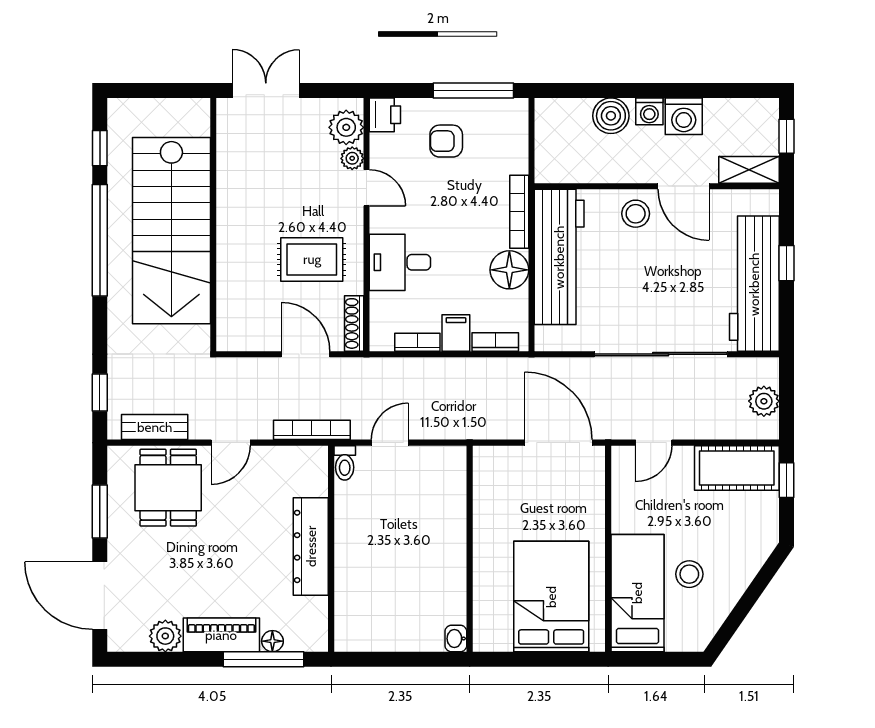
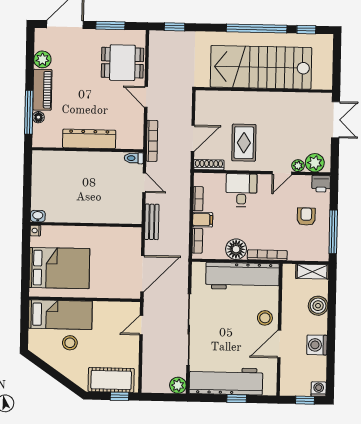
washing machine: (649, 111) -> (319, 389), moved, turned 90
shelving: (749, 170) -> (312, 272), moved, turned 90
plant: (764, 401) -> (178, 385), moved
bench: (155, 427) -> (152, 222), moved
door: (654, 443) -> (141, 325), hinge flipped
cot: (737, 468) -> (111, 380), moved, turned 90
nightstand: (483, 642) -> (35, 231), added

